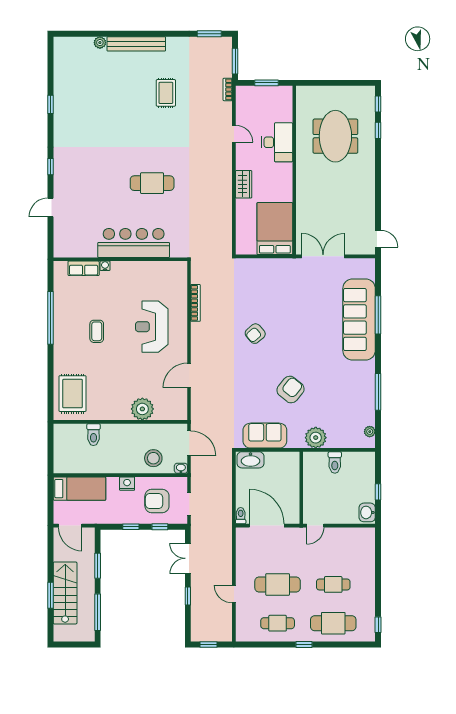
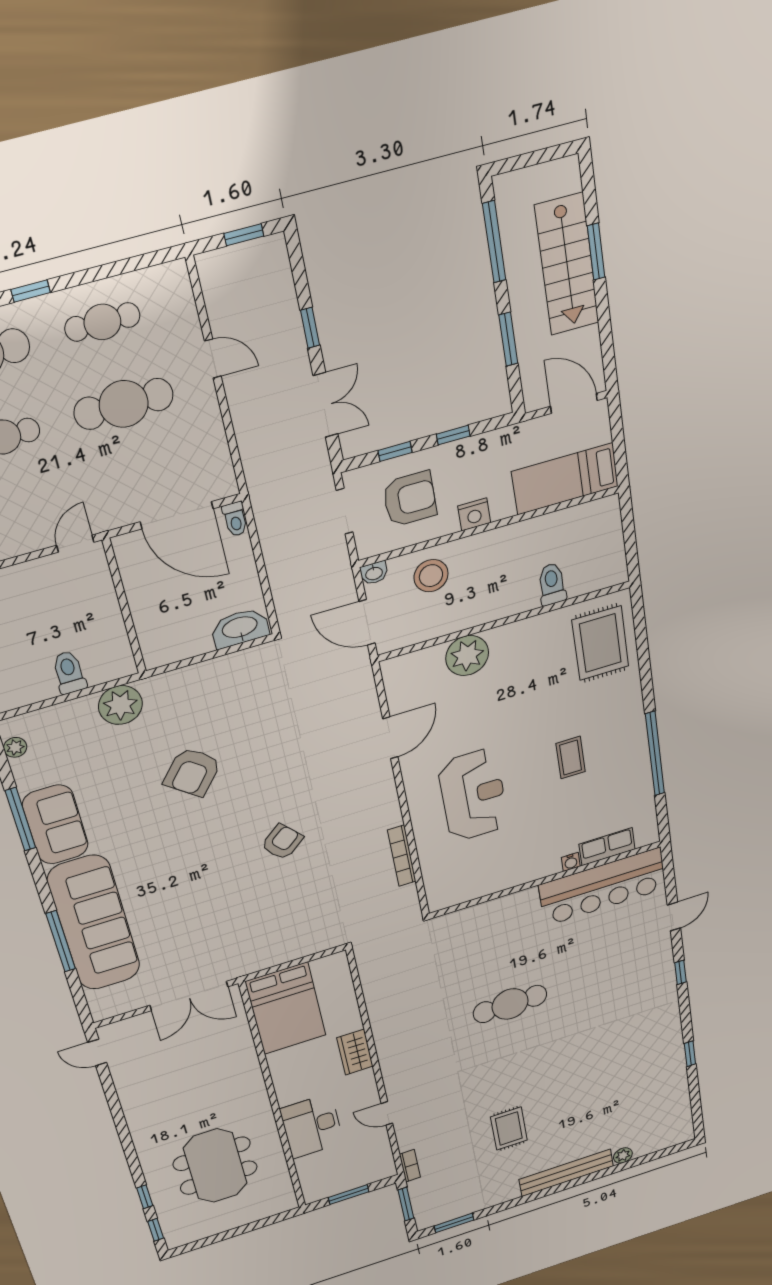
bar counter: (134, 243) -> (603, 887), moved
sofa: (265, 436) -> (55, 825), moved, turned -90

